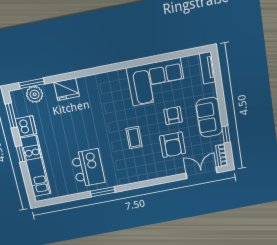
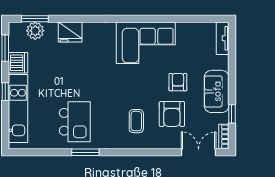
corner sofa: (157, 82) -> (146, 43), moved
coffee table: (134, 138) -> (136, 121), moved

